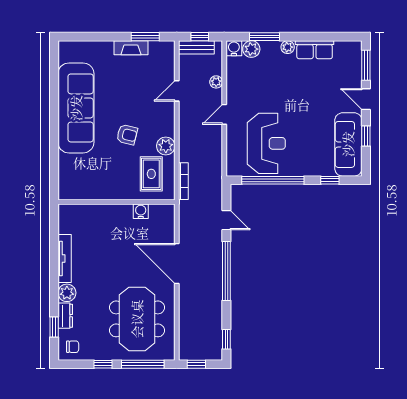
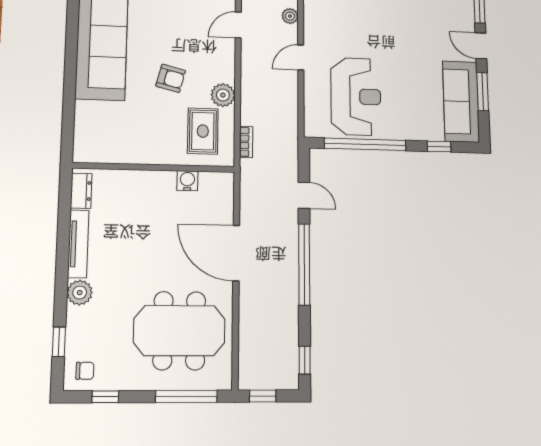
window: (366, 136) -> (483, 92), width x1.50
bookcase: (183, 181) -> (246, 142), width x0.64
dresser: (65, 316) -> (81, 191), moved
meeting table: (137, 319) -> (179, 331), turned 90
window: (103, 364) -> (105, 397), moved

